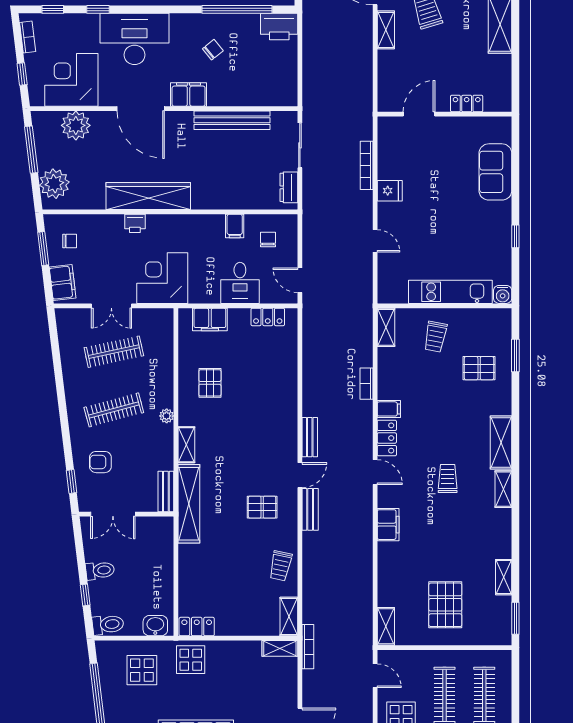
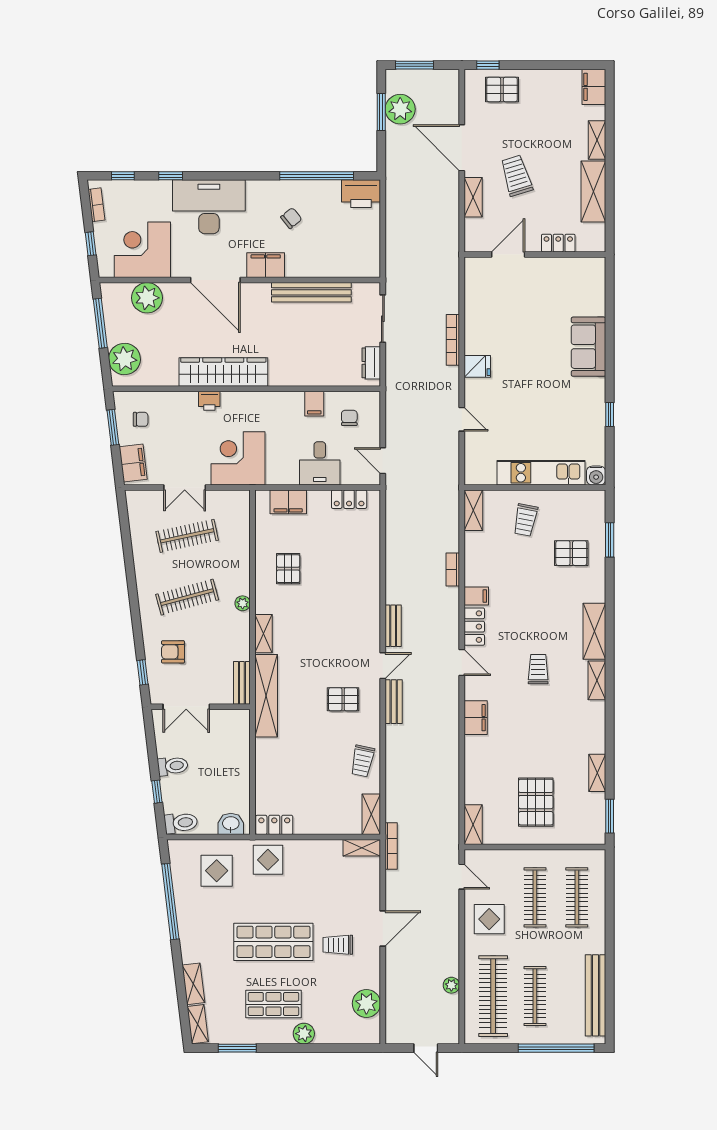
locker: (467, 104) -> (558, 243), moved
door: (419, 114) -> (508, 254), moved
wall: (444, 114) -> (535, 254), moved

